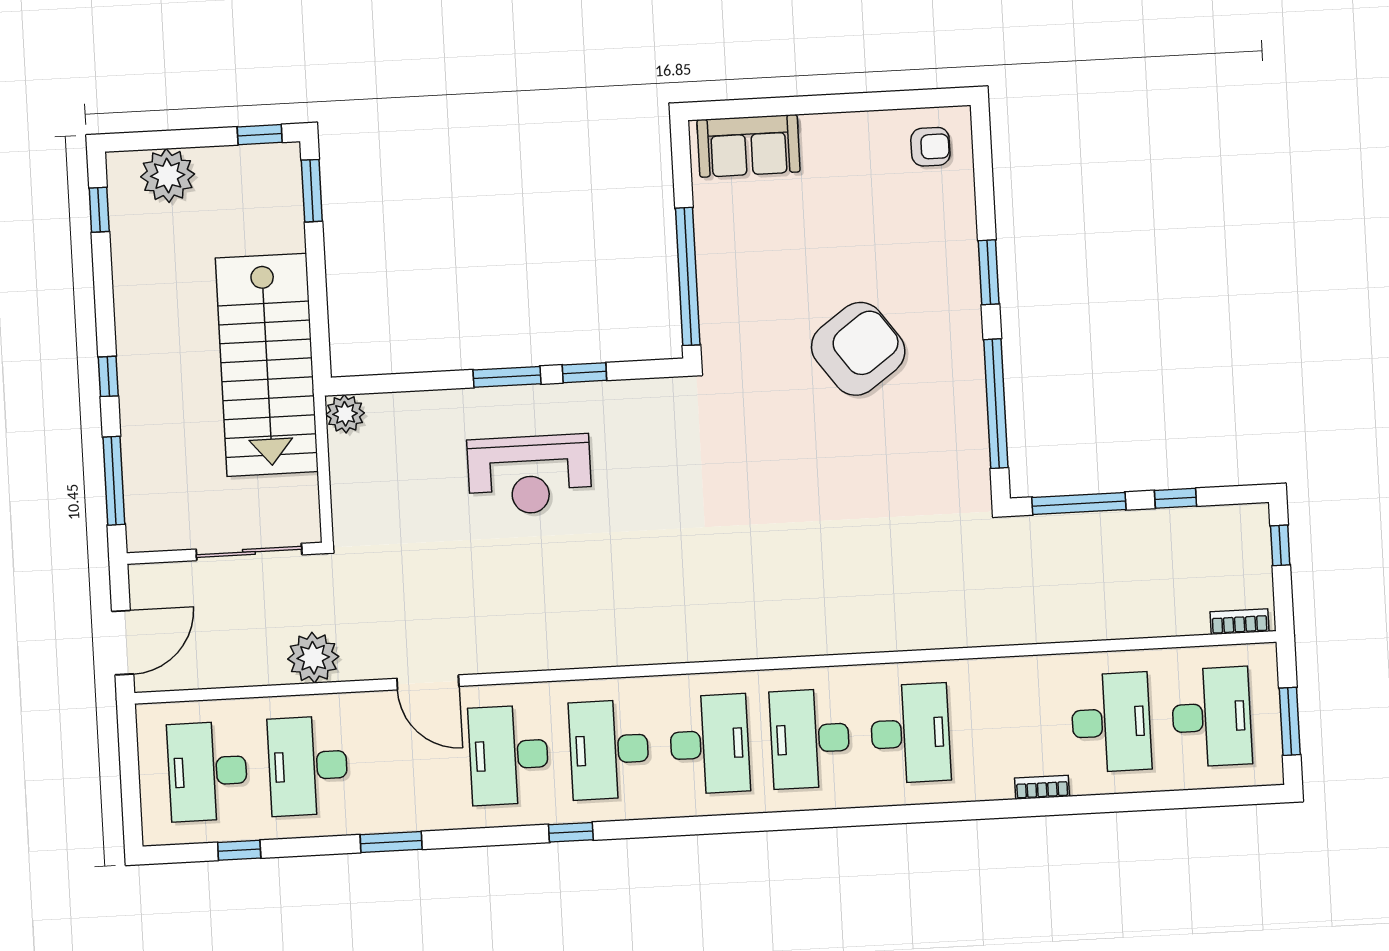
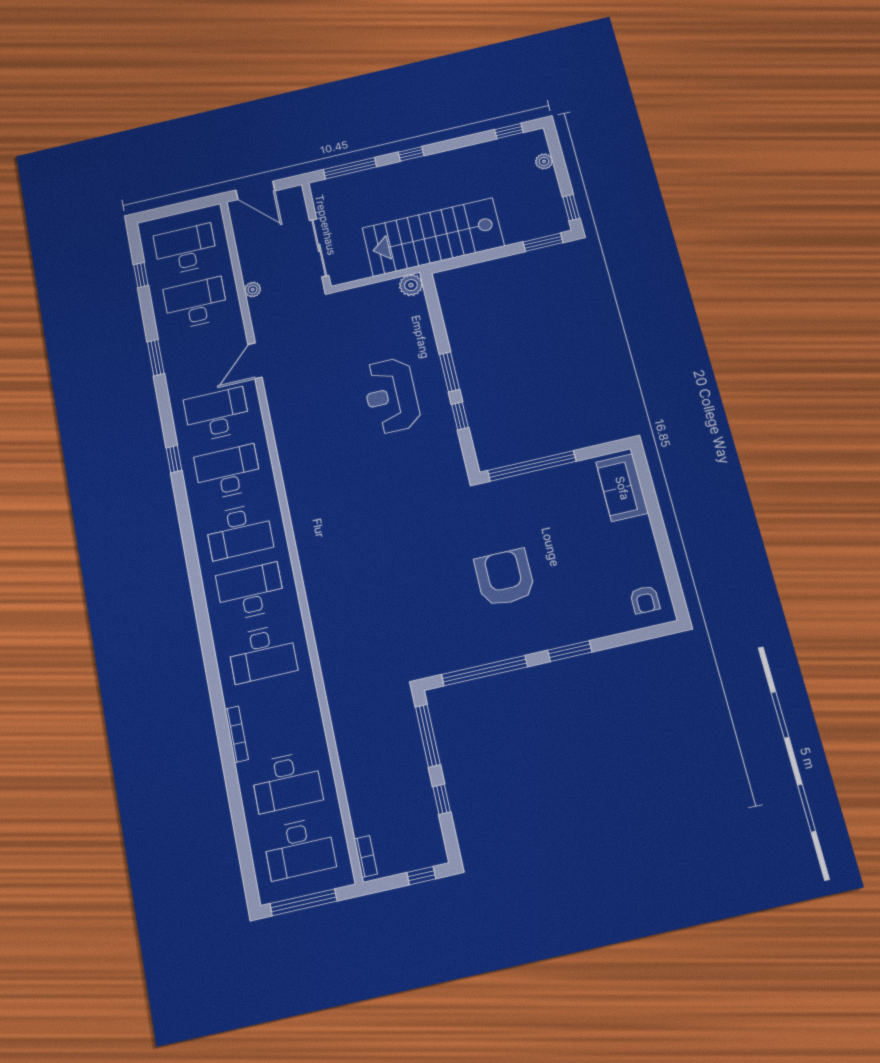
plant: (168, 175) -> (544, 161), width x0.53, depth x0.53
armchair: (858, 349) -> (505, 578), turned -144
plant: (313, 658) -> (253, 290), width x0.53, depth x0.53
window: (1290, 721) -> (303, 902), width x1.44
bookcase: (1042, 787) -> (236, 734), width x1.56

